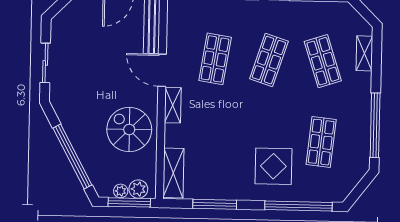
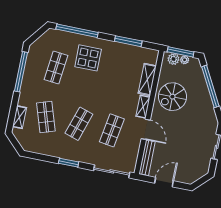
spiral stairs: (129, 129) -> (172, 97), turned 90
shelving: (173, 173) -> (147, 79), moved

